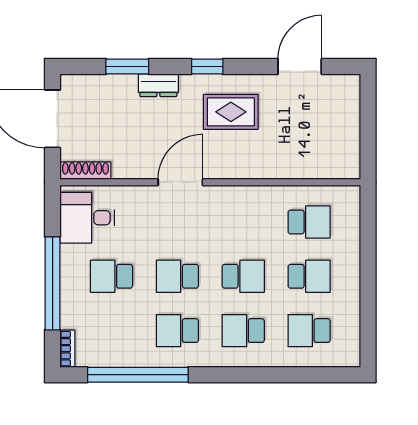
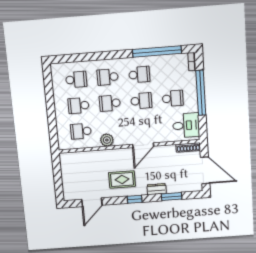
plant: (256, 199) -> (107, 140), added
school desk: (243, 331) -> (108, 77), turned 180

